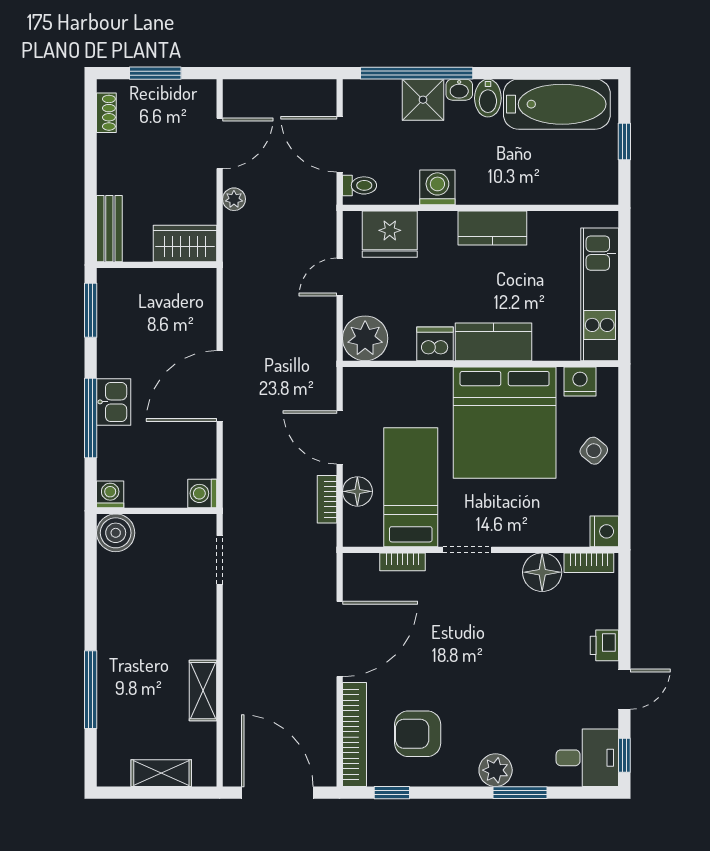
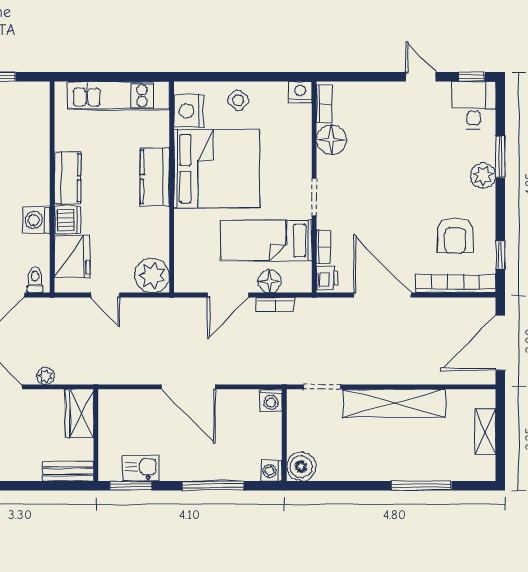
dishwasher: (435, 344) -> (67, 220), moved, turned 180
nightstand: (580, 381) -> (189, 111), width x1.36, depth x1.33
kitchen sink: (114, 402) -> (141, 468), moved
printer: (604, 645) -> (327, 278), moved, turned -90
shelving: (203, 691) -> (394, 403), width x2.20, depth x1.33

